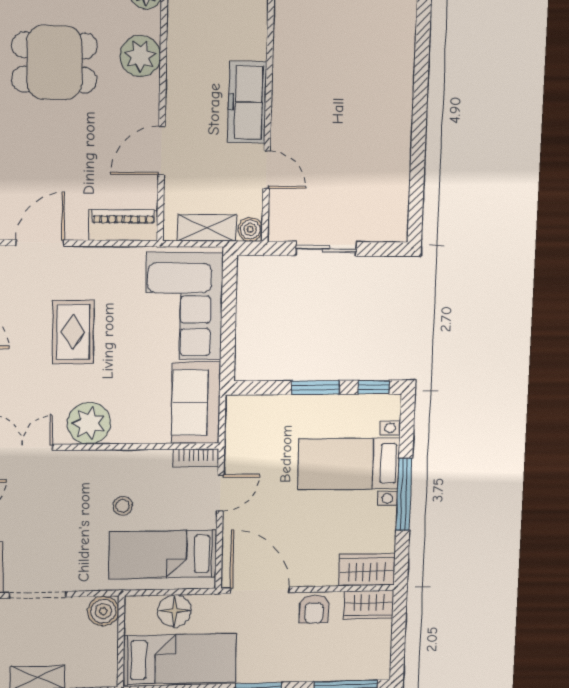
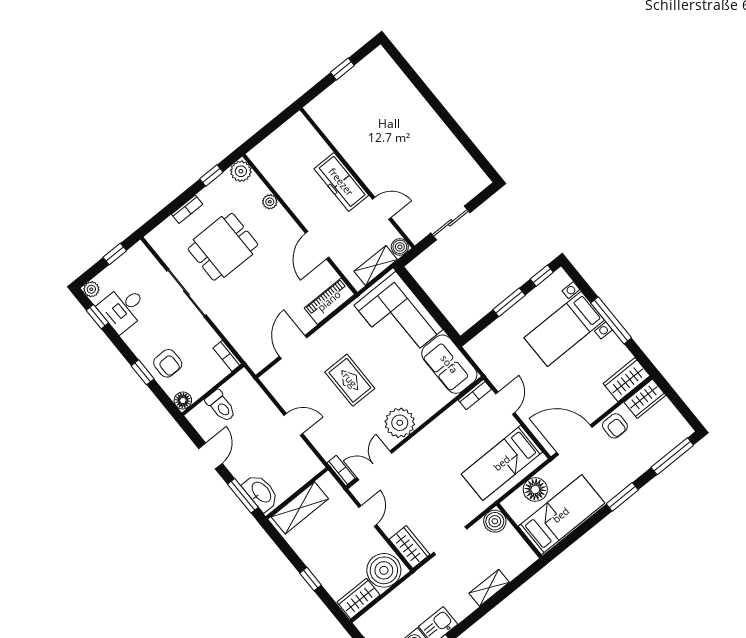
plant: (140, 56) -> (270, 202), width x0.53, depth x0.53
stool: (123, 506) -> (456, 454), removed

